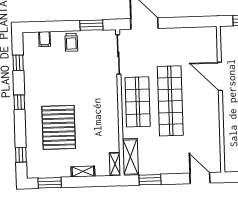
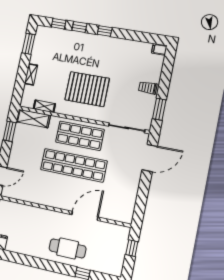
filing cabinet: (45, 39) -> (159, 49), moved
window: (18, 63) -> (79, 27), moved
pallet: (59, 127) -> (87, 89), moved
shelving: (115, 164) -> (44, 106), moved

